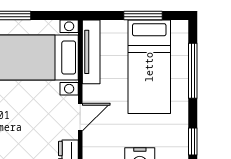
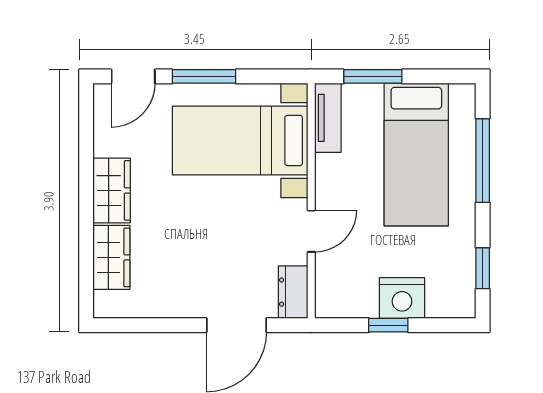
window: (143, 15) -> (373, 76), moved
tv unit: (91, 52) -> (328, 118), width x0.71

